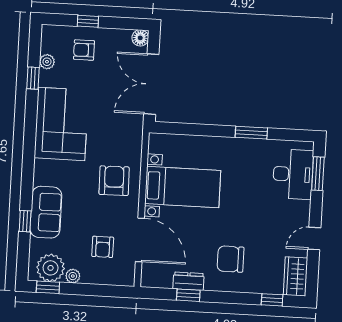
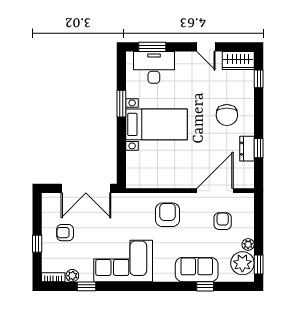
floor lamp: (140, 38) -> (48, 200), removed
bookcase: (46, 39) -> (53, 277), added
armchair: (84, 50) -> (65, 233), moved, turned 90
armchair: (114, 181) -> (167, 215), turned 91
bed with nightstands: (183, 187) -> (157, 124), moved, turned 90
armchair: (103, 247) -> (223, 221), turned -90

